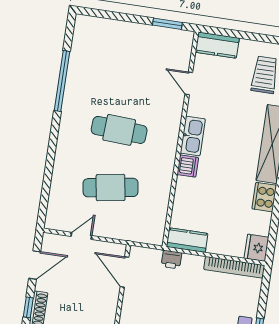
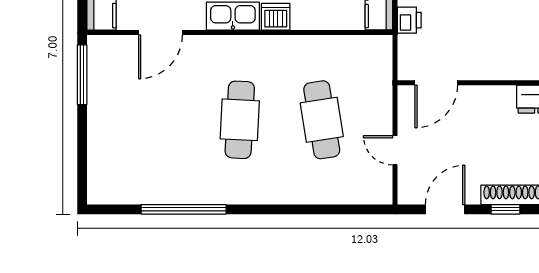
window: (167, 24) -> (82, 75), width x1.44
door: (189, 83) -> (160, 33), width x1.38
door: (35, 265) -> (445, 209), hinge flipped

